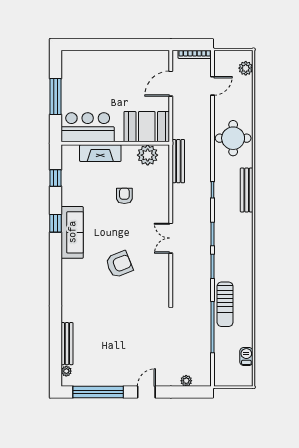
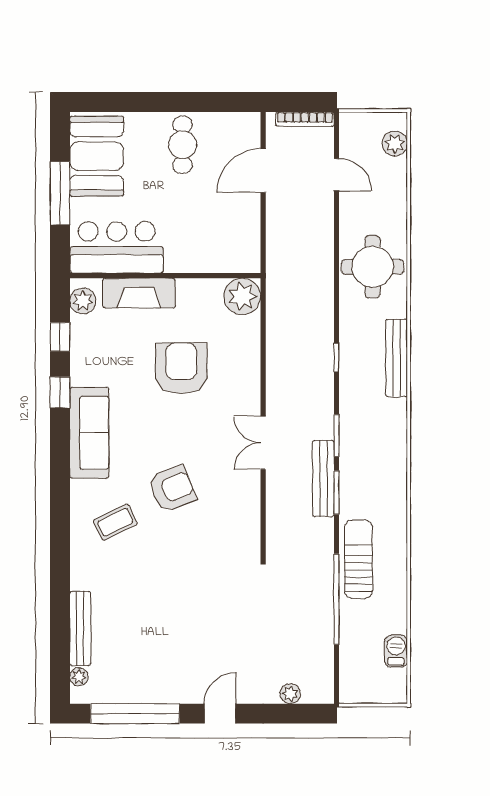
cafe table: (125, 69) -> (183, 145), added
door: (213, 86) -> (336, 175), hinge flipped
booth: (147, 127) -> (97, 156), moved, turned 90
plant: (148, 155) -> (242, 296), moved
plant: (68, 158) -> (83, 301), added
bench: (178, 161) -> (323, 479), moved
armchair: (124, 196) -> (181, 368), width x1.88, depth x1.88
window: (56, 223) -> (60, 392), moved
coffee table: (87, 283) -> (115, 522), added
sun lounger: (225, 304) -> (358, 559), turned 180

